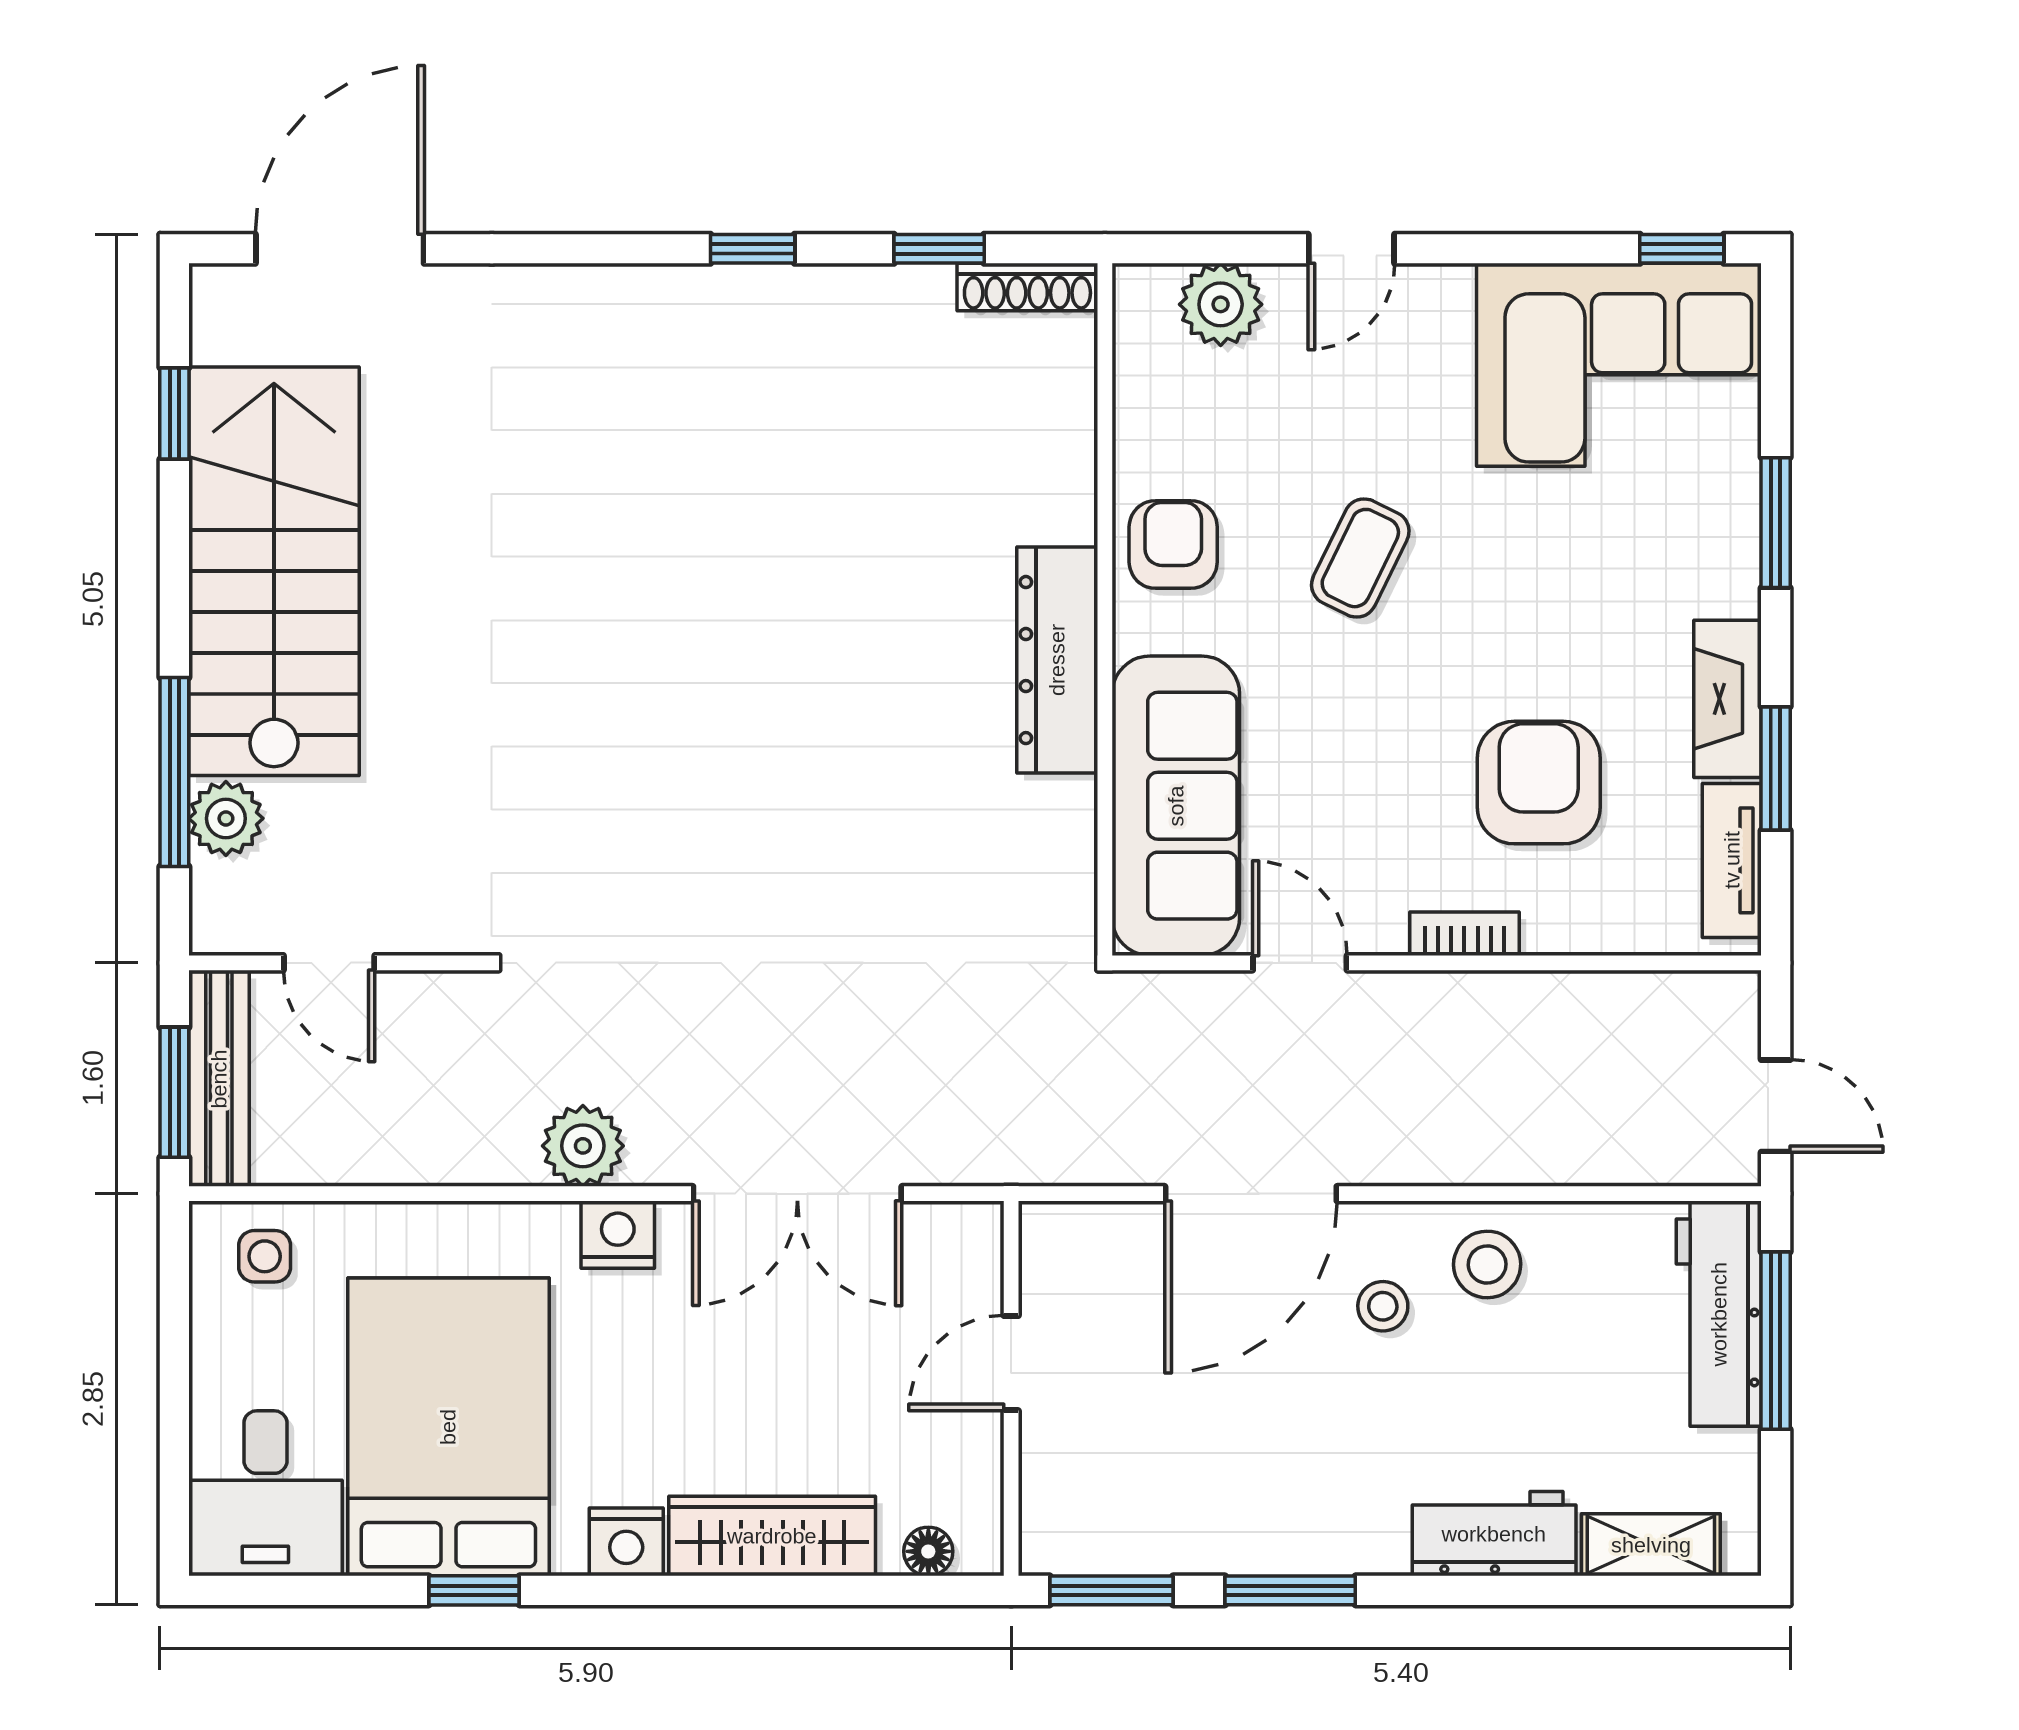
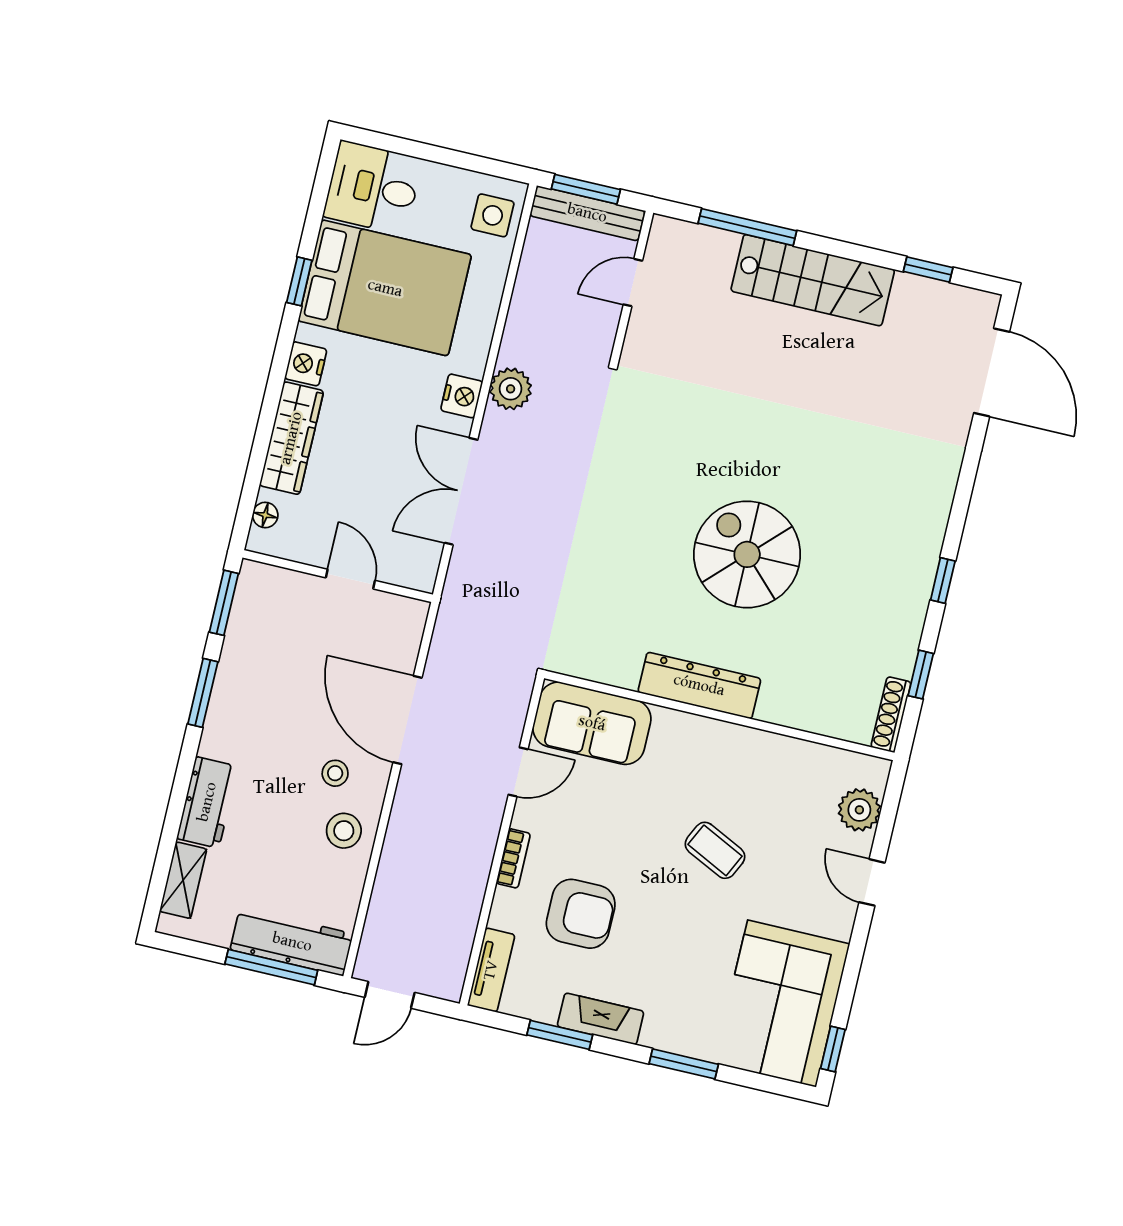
armchair: (1173, 544) -> (744, 758), removed
stairs: (274, 571) -> (813, 280), width x0.73, depth x0.66
spiral stairs: (790, 628) -> (747, 554), added
sofa: (1176, 806) -> (592, 723), width x0.73
plant: (226, 818) -> (718, 248), removed
tv unit: (1732, 860) -> (491, 970), moved, turned 90
side table: (265, 1256) -> (493, 215), width x1.37, depth x1.37

